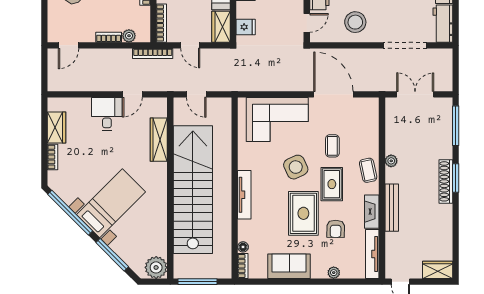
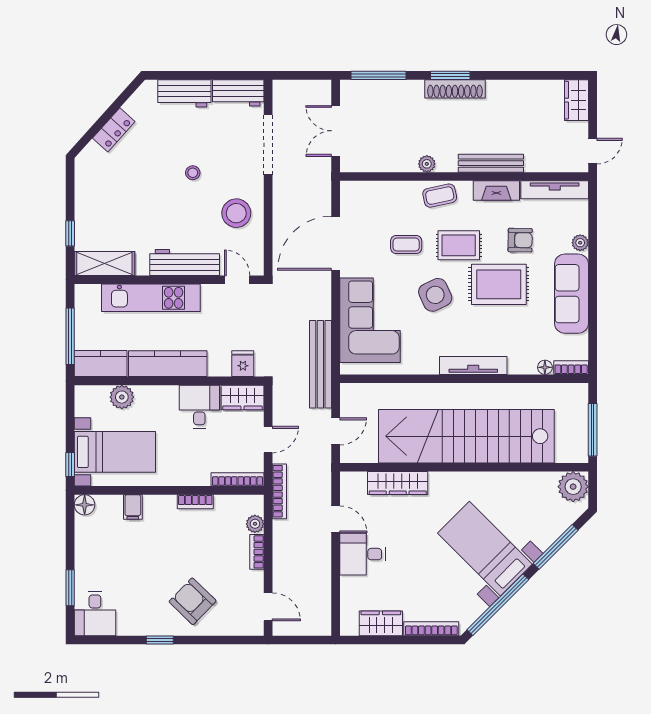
bench: (245, 83) -> (320, 364), added
bookcase: (53, 157) -> (431, 629), width x1.56
sofa: (289, 266) -> (571, 294), width x1.36

